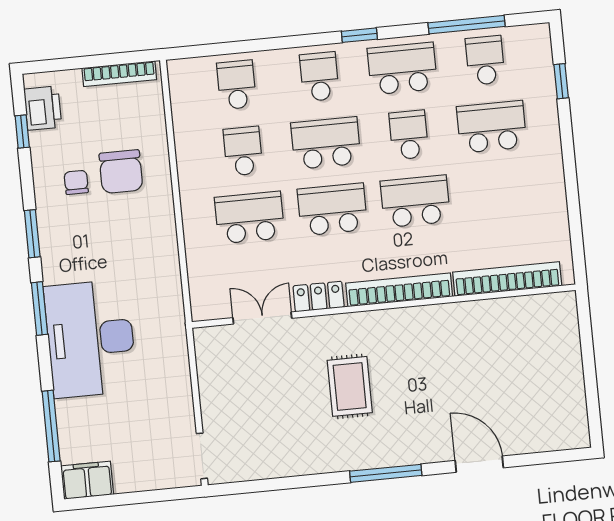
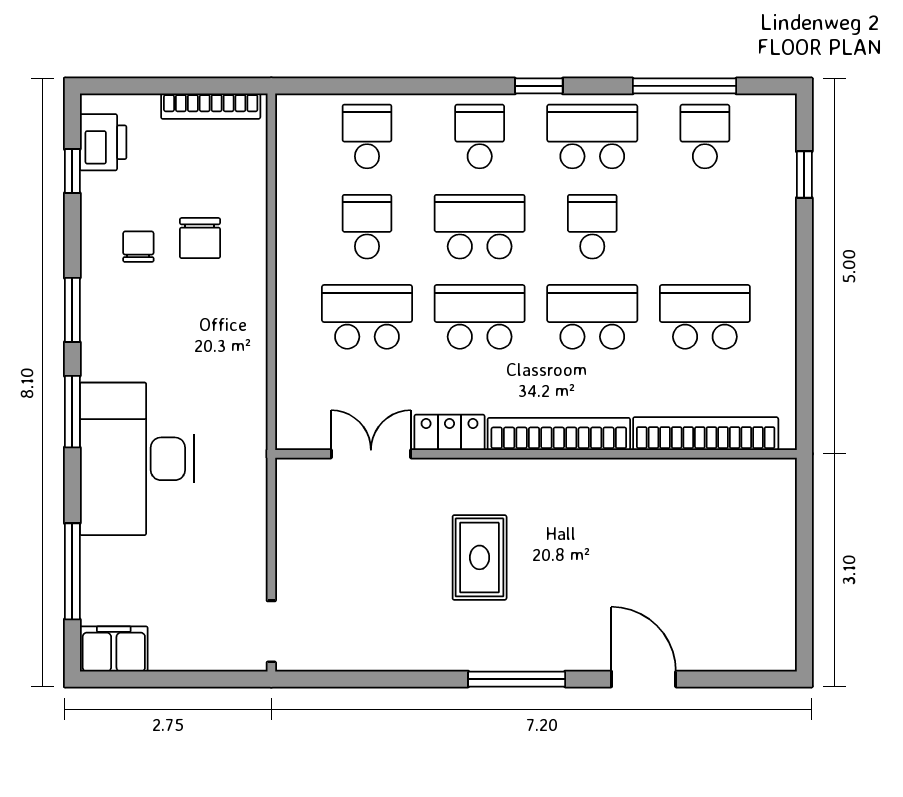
school desk: (492, 127) -> (705, 317), moved
chair: (121, 172) -> (200, 238), width x0.73, depth x0.73

